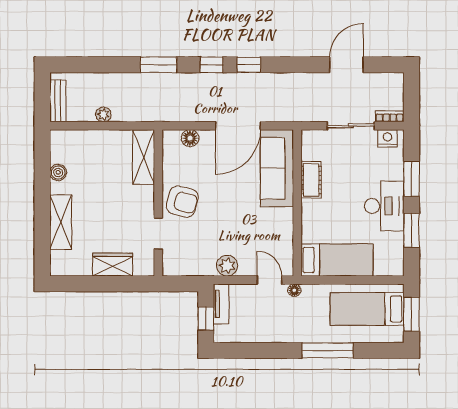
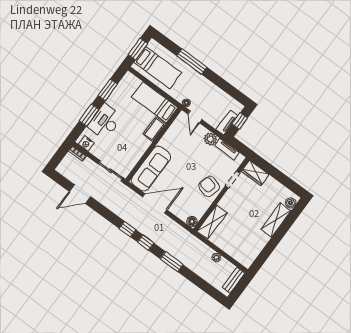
sliding door: (351, 126) -> (110, 171), moved
floor lamp: (190, 138) -> (192, 221), moved
boiler: (58, 172) -> (291, 203), moved
cot: (311, 180) -> (154, 129), moved
desk: (384, 206) -> (105, 122), moved
wardrobe: (113, 265) -> (255, 173), moved
tv unit: (195, 269) -> (227, 149), added

